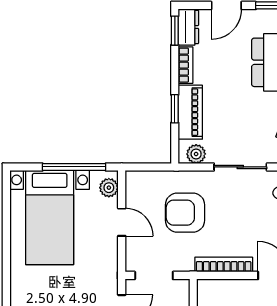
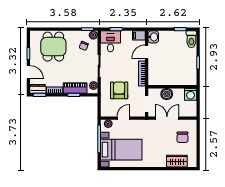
armchair: (185, 213) -> (119, 90), turned 180

